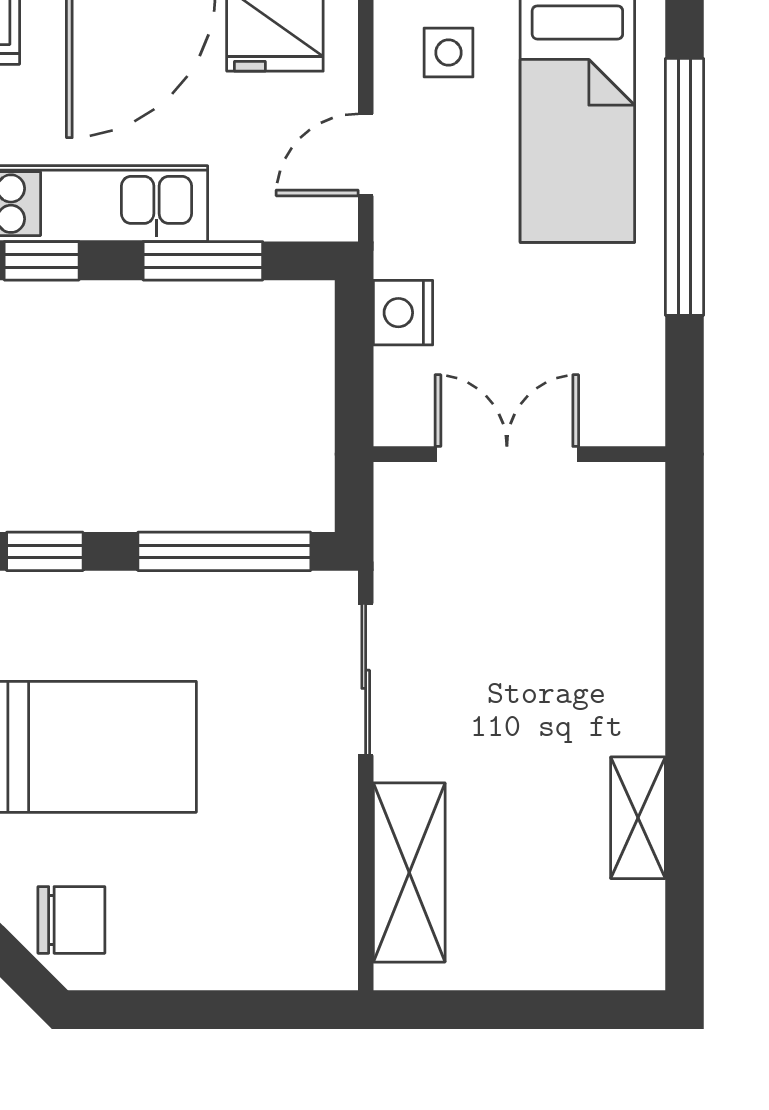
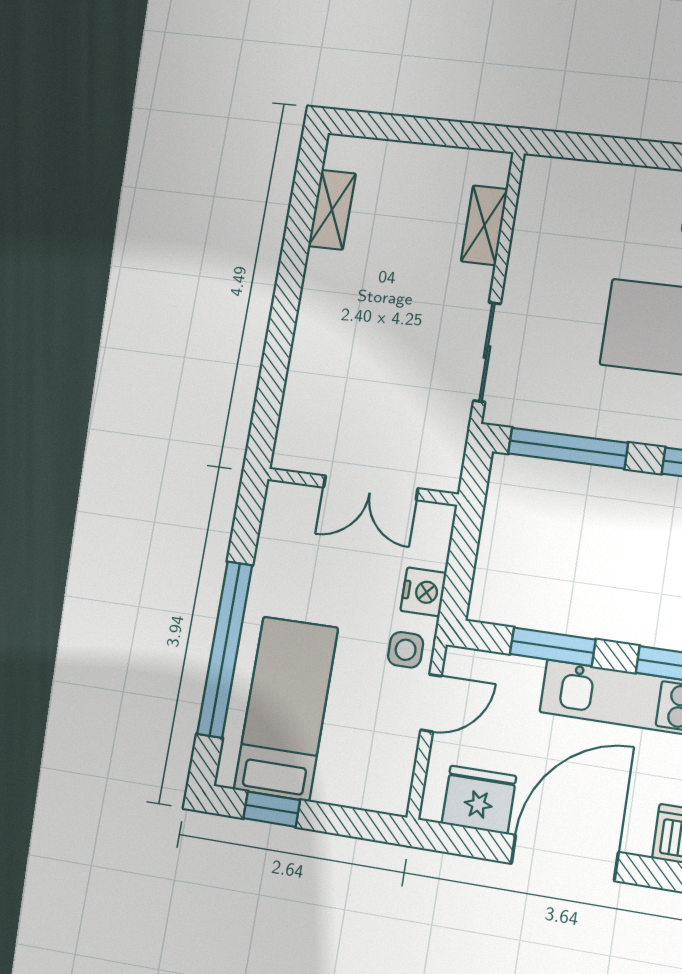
side table: (448, 53) -> (406, 650), moved
shelving: (638, 818) -> (332, 210), moved
shelving: (409, 872) -> (484, 225), width x0.67, depth x0.75

